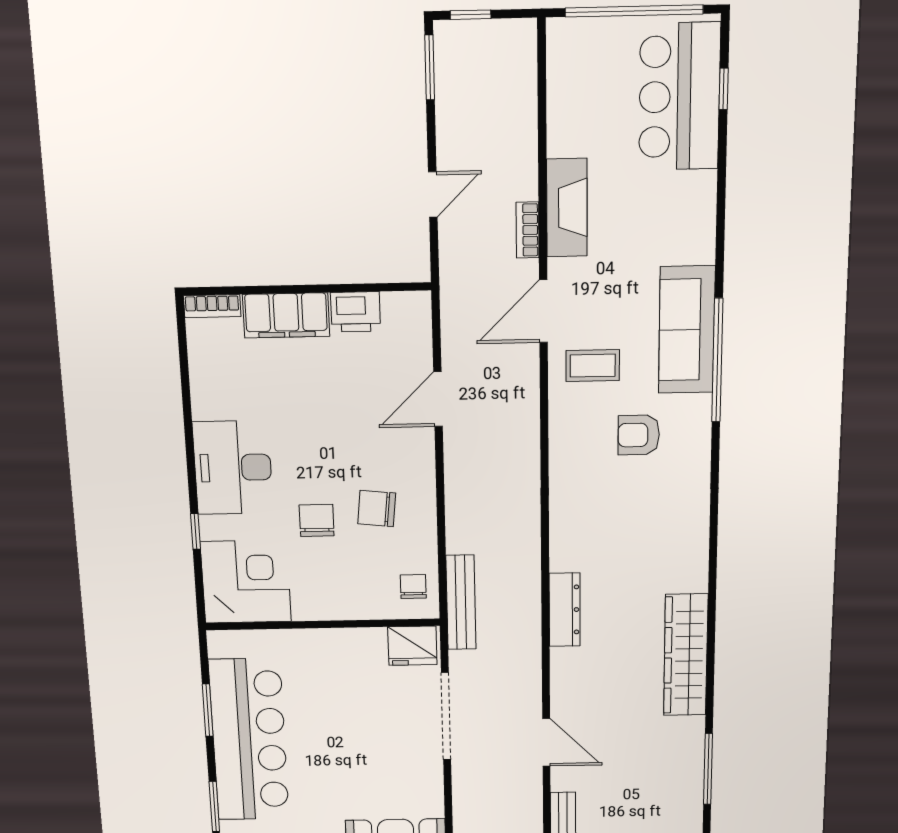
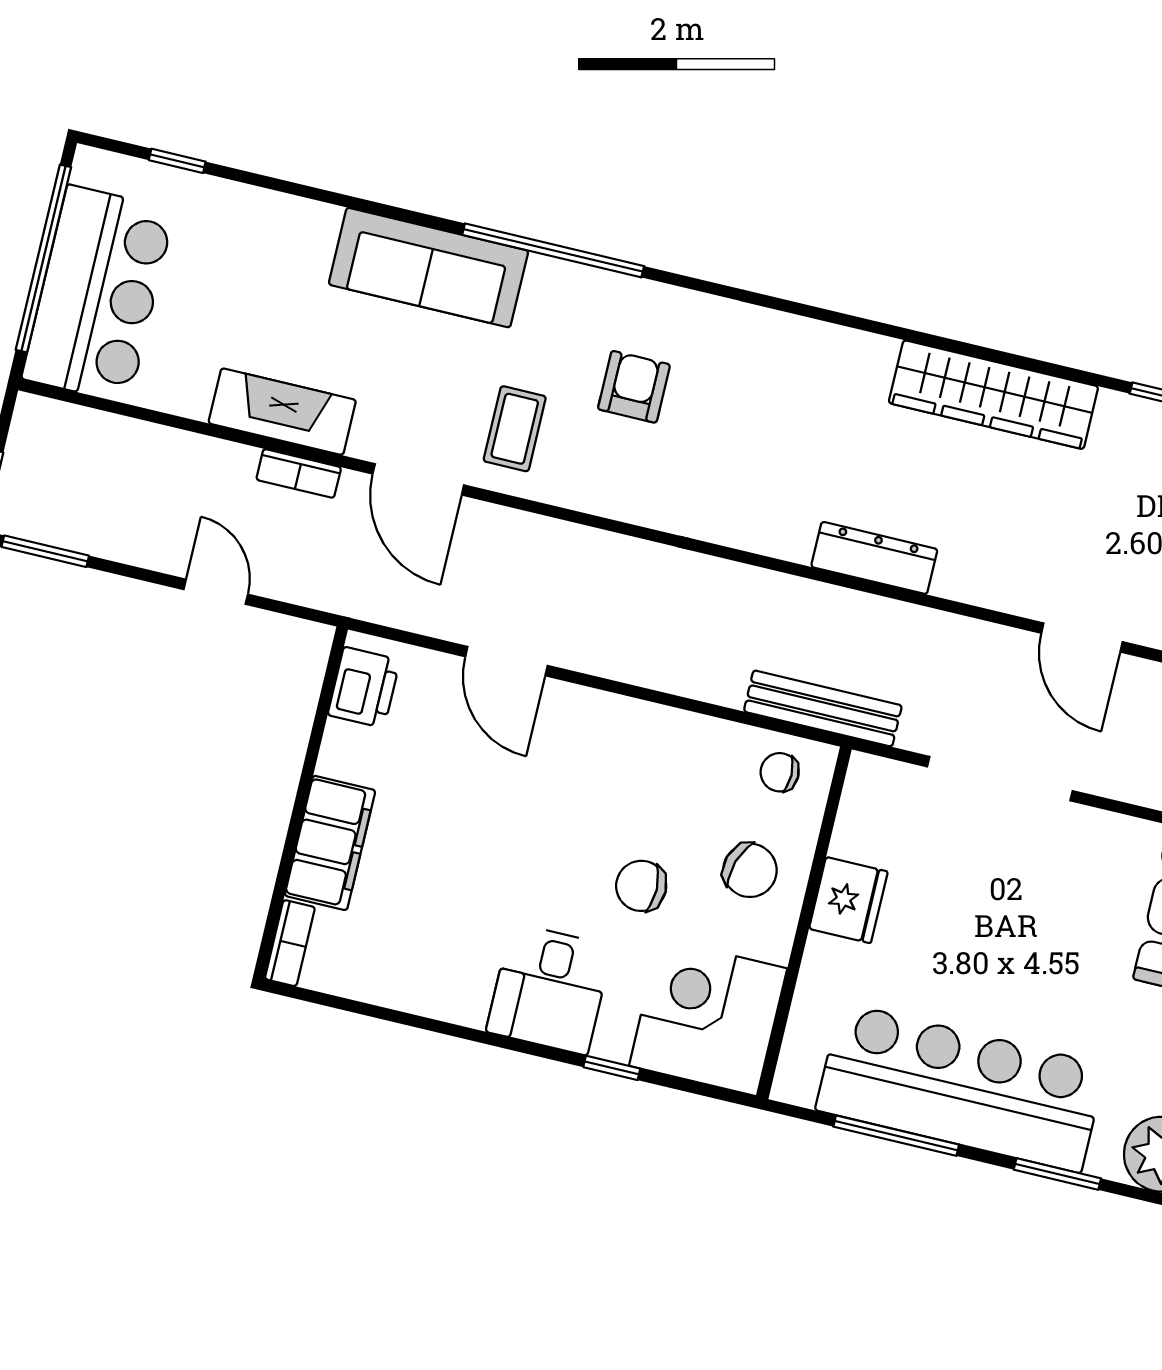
bar counter: (679, 97) -> (98, 294), moved, turned -90
printer: (355, 312) -> (364, 687), moved
sofa: (687, 330) -> (428, 268), moved
armchair: (639, 435) -> (634, 387), turned 180
desk: (233, 468) -> (549, 989), width x0.73
chair: (377, 509) -> (750, 870), moved, turned -78
fridge: (412, 646) -> (848, 900), moved
window: (208, 710) -> (896, 1136), width x1.44
door: (546, 742) -> (1082, 637), swing flipped

